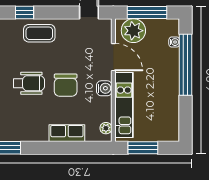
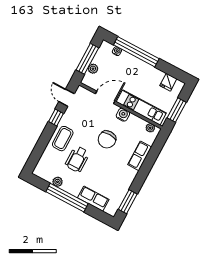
window: (25, 12) -> (56, 117), moved
plant: (133, 31) -> (93, 69), width x0.53, depth x0.53
wheelchair: (29, 83) -> (77, 159), moved, turned 180
chair: (66, 85) -> (107, 139), turned 90
fridge: (170, 121) -> (168, 82), added

